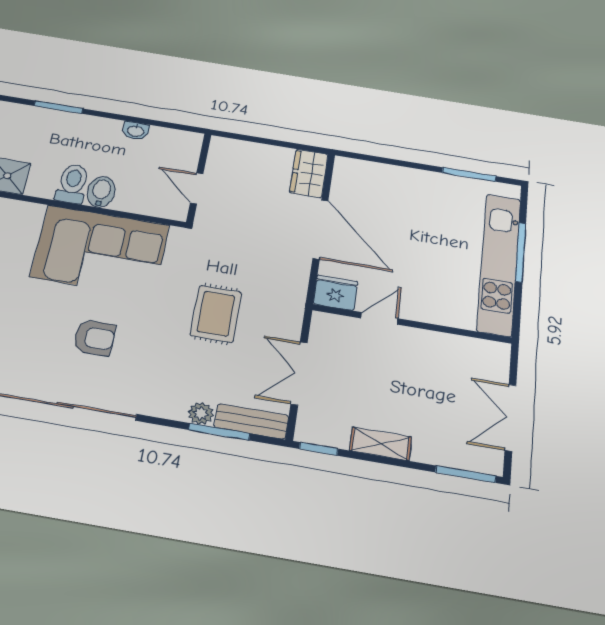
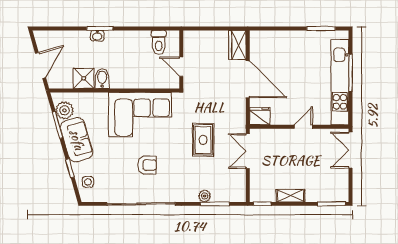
washbasin: (136, 131) -> (97, 36), moved
toilet: (72, 184) -> (159, 42), moved, turned 180
bidet: (101, 192) -> (102, 79), moved
door: (380, 318) -> (303, 127), moved
double door: (299, 373) -> (248, 151), moved
double door: (510, 418) -> (351, 150), moved
bench: (251, 421) -> (229, 196), removed

